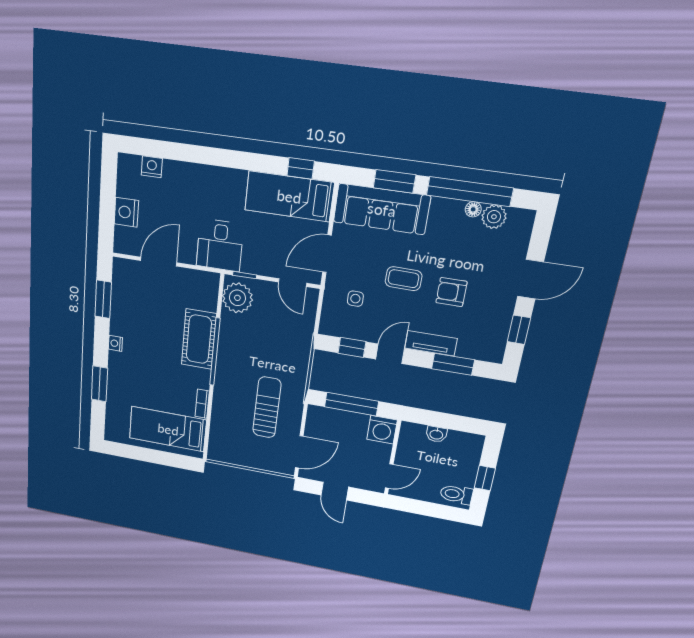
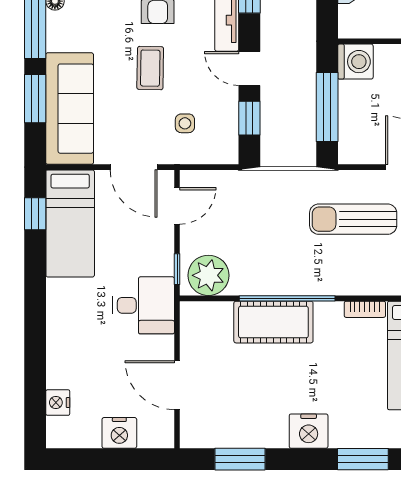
nightstand: (115, 343) -> (309, 431), width x1.89, depth x1.79

